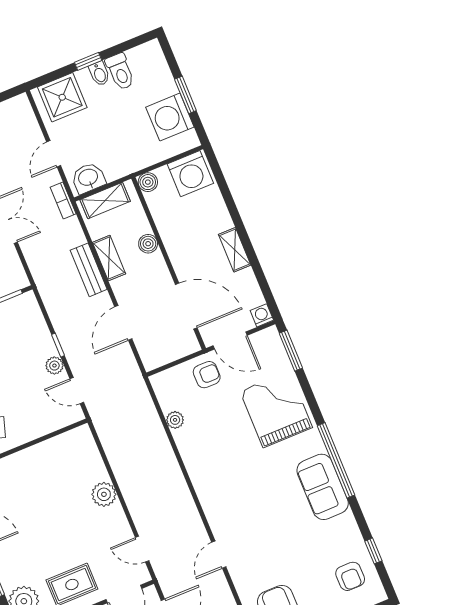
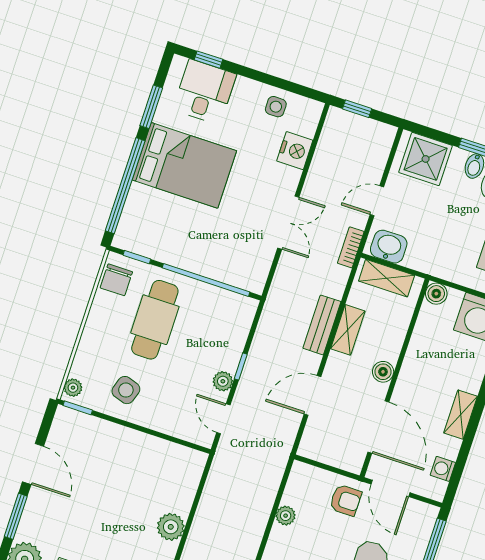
boiler: (148, 244) -> (383, 372), moved
washing machine: (262, 315) -> (443, 469), moved, turned -90

